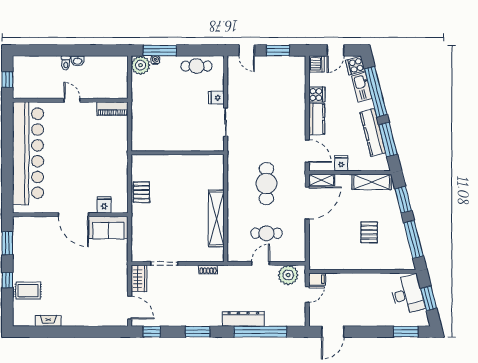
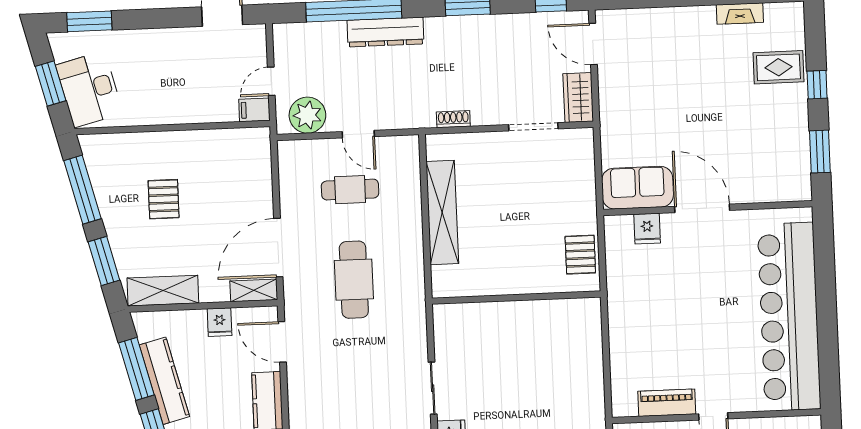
piano: (112, 109) -> (667, 403), moved
wall: (178, 153) -> (516, 298), moved
door: (261, 263) -> (358, 134), hinge flipped

